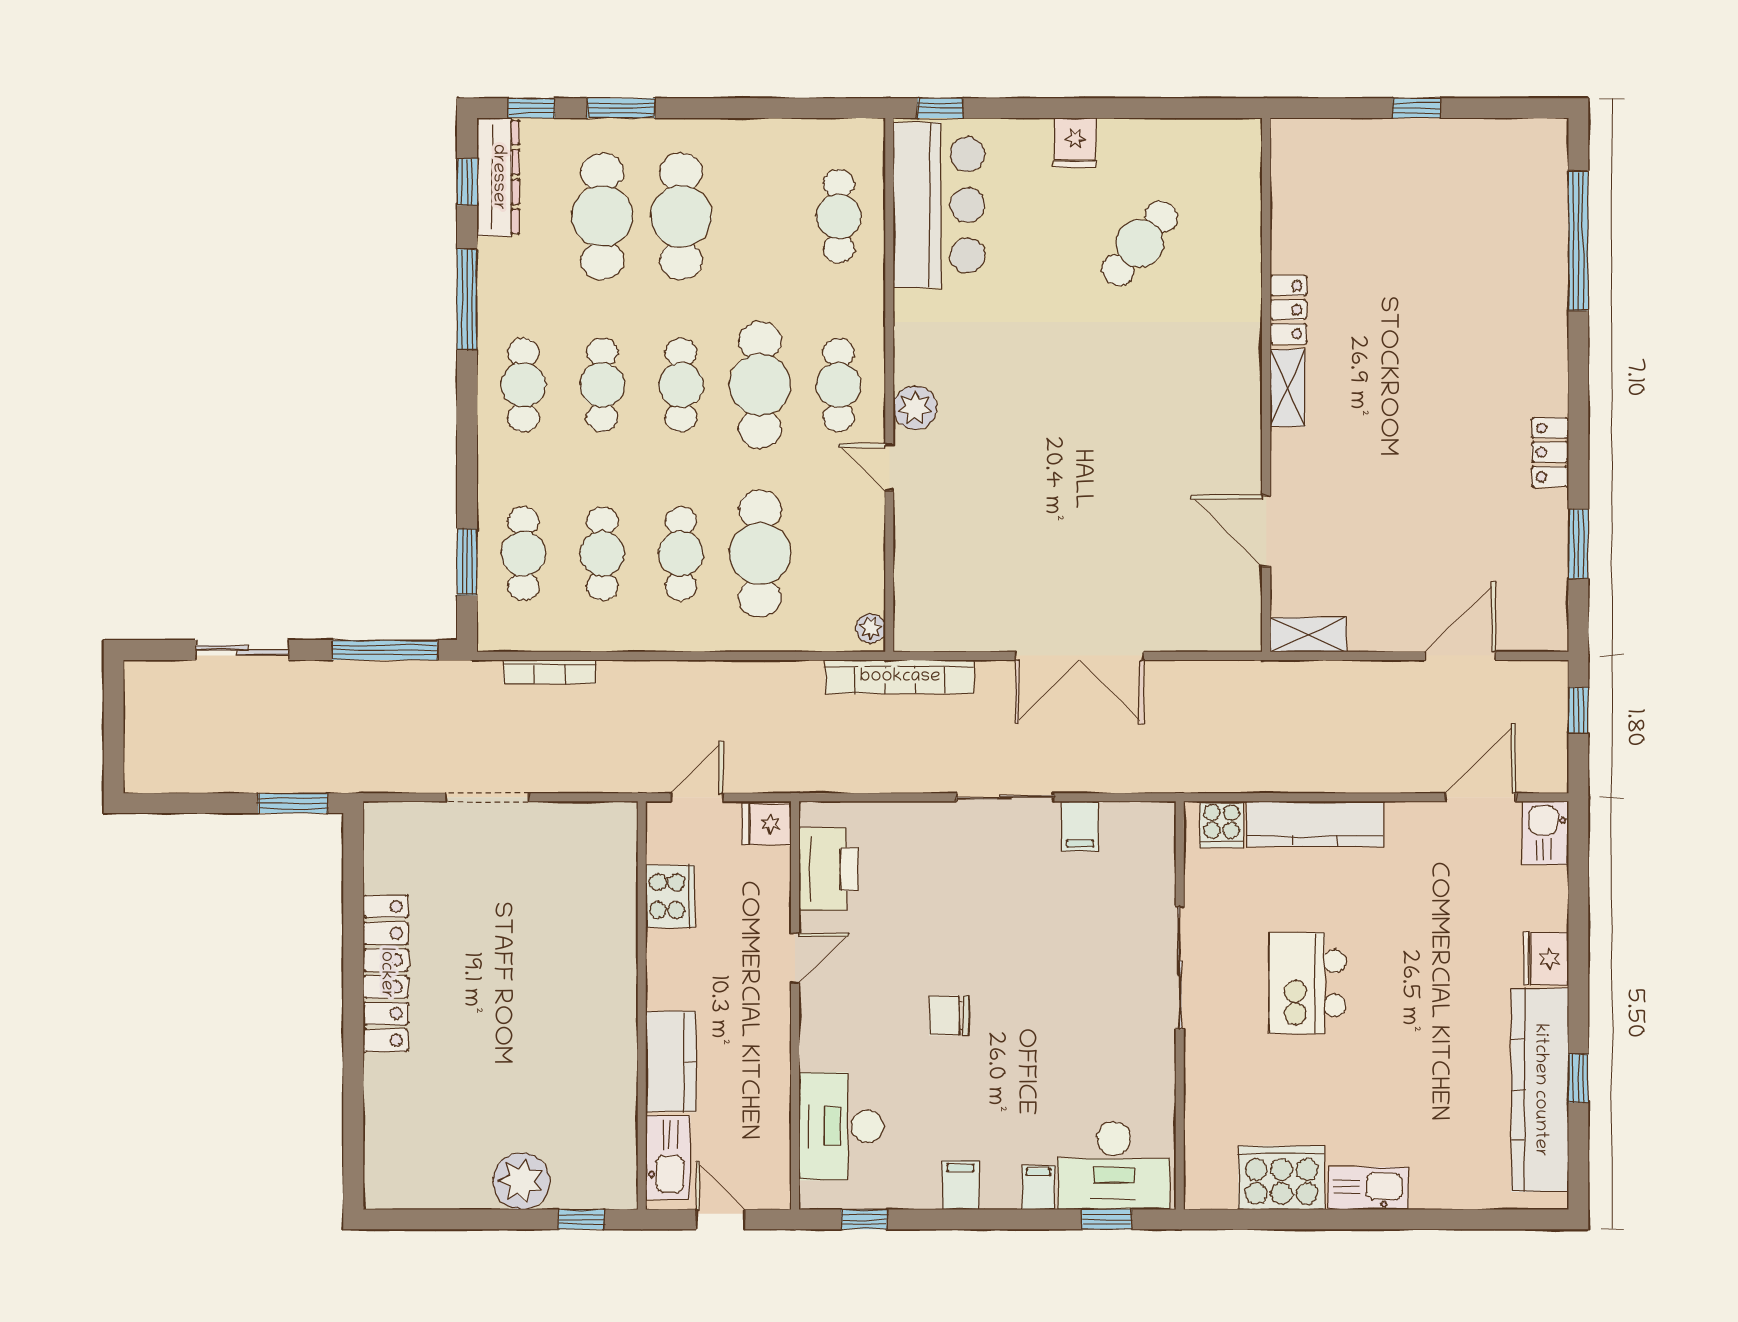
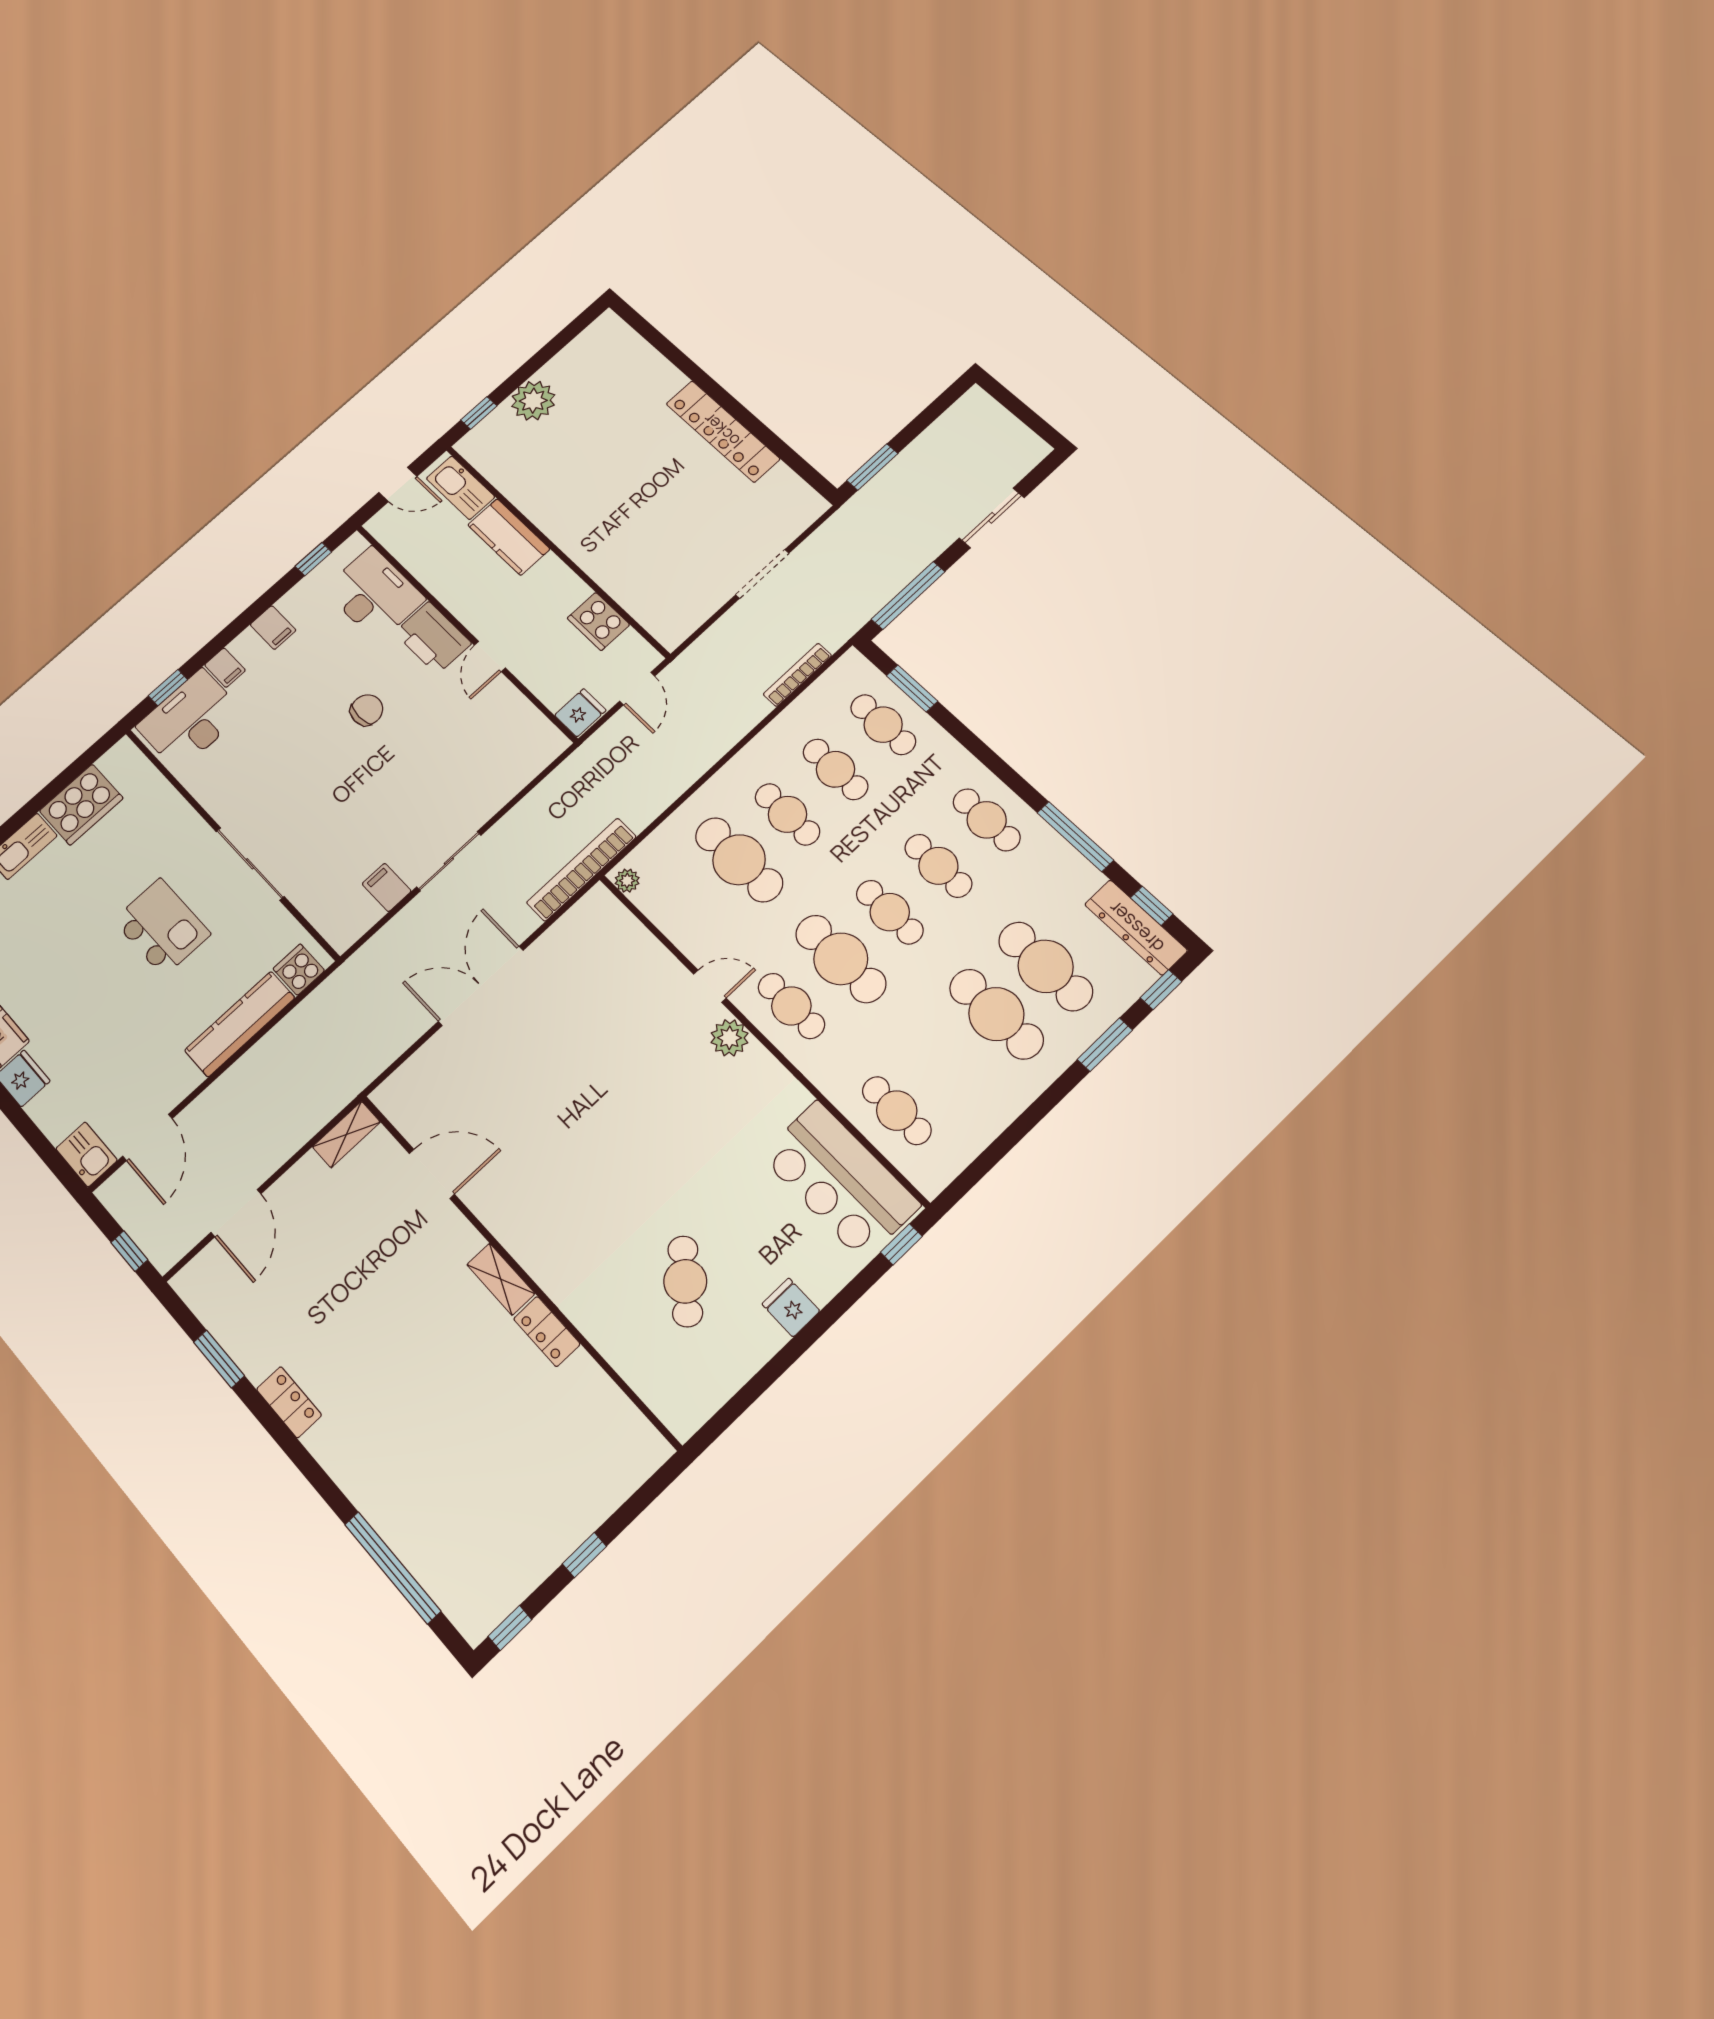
window: (1525, 108) -> (510, 1628), added
printer: (828, 869) -> (433, 638), moved

